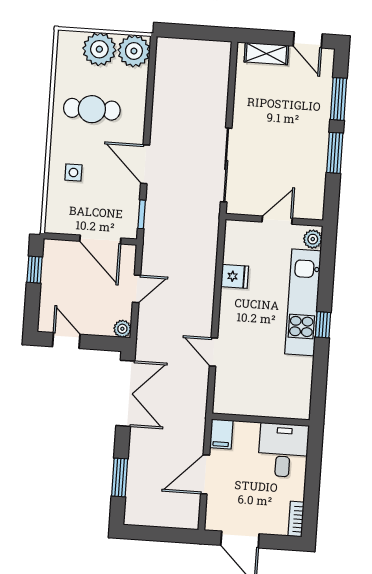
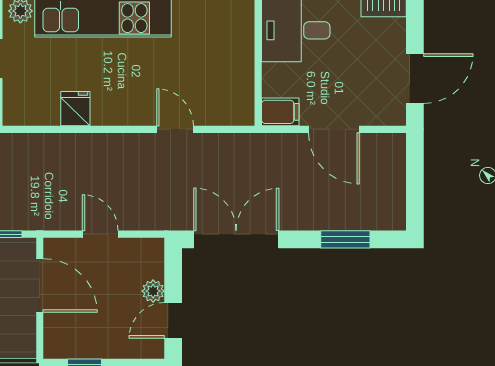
door: (100, 240) -> (40, 285), hinge flipped
plant: (122, 329) -> (153, 291), moved
door: (213, 352) -> (175, 129), swing flipped

